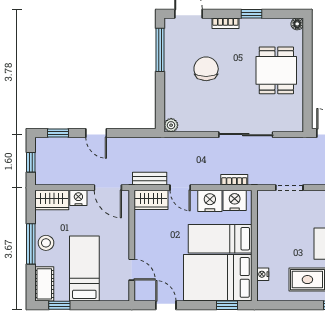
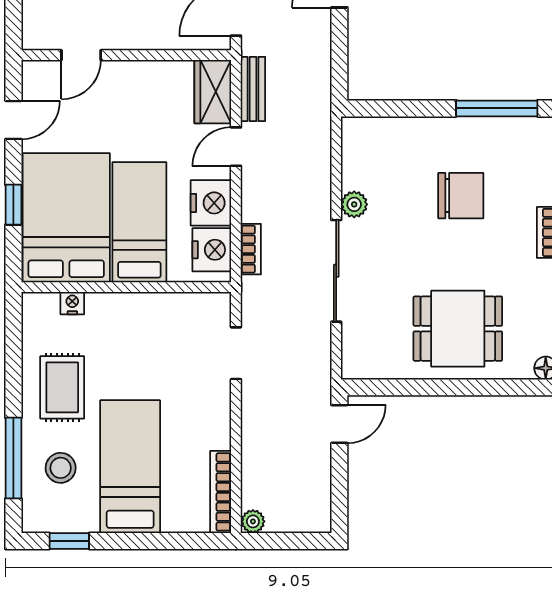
plant: (171, 125) -> (354, 204), moved
window: (227, 305) -> (13, 205), moved

